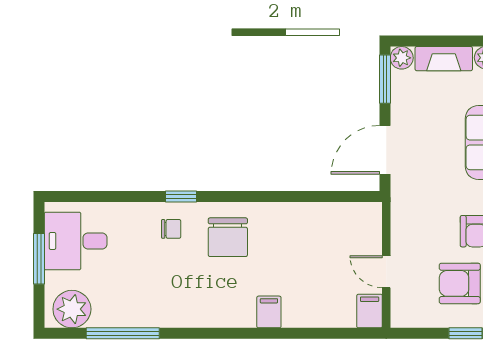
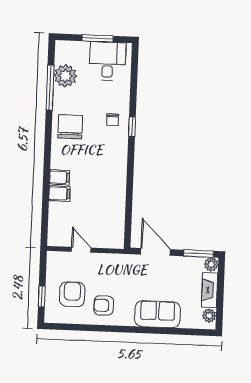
chair: (228, 237) -> (70, 127), moved, turned 90
door: (386, 272) -> (81, 250), hinge flipped
plant: (72, 309) -> (65, 76), moved
filing cabinet: (370, 311) -> (59, 194), moved

